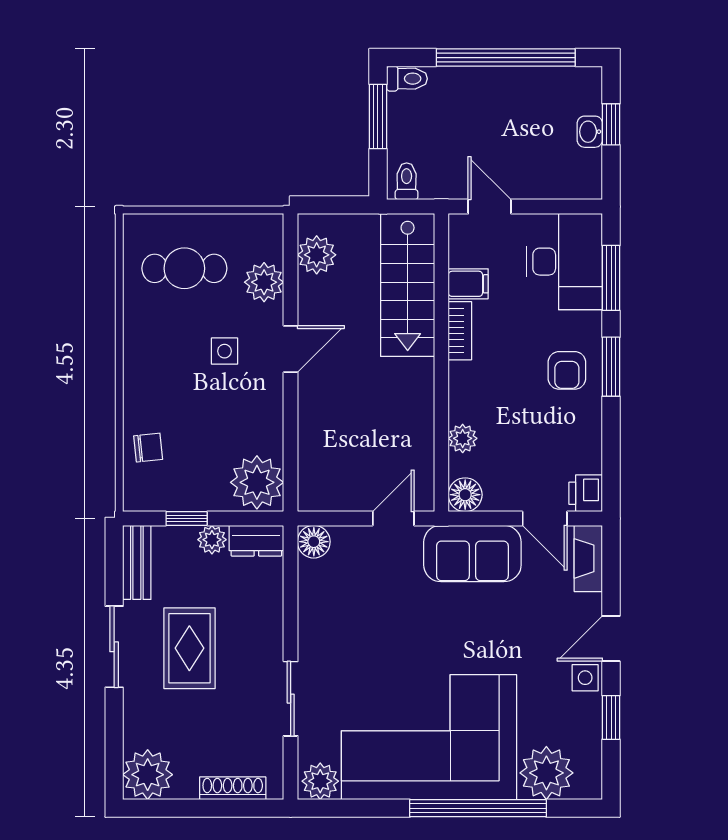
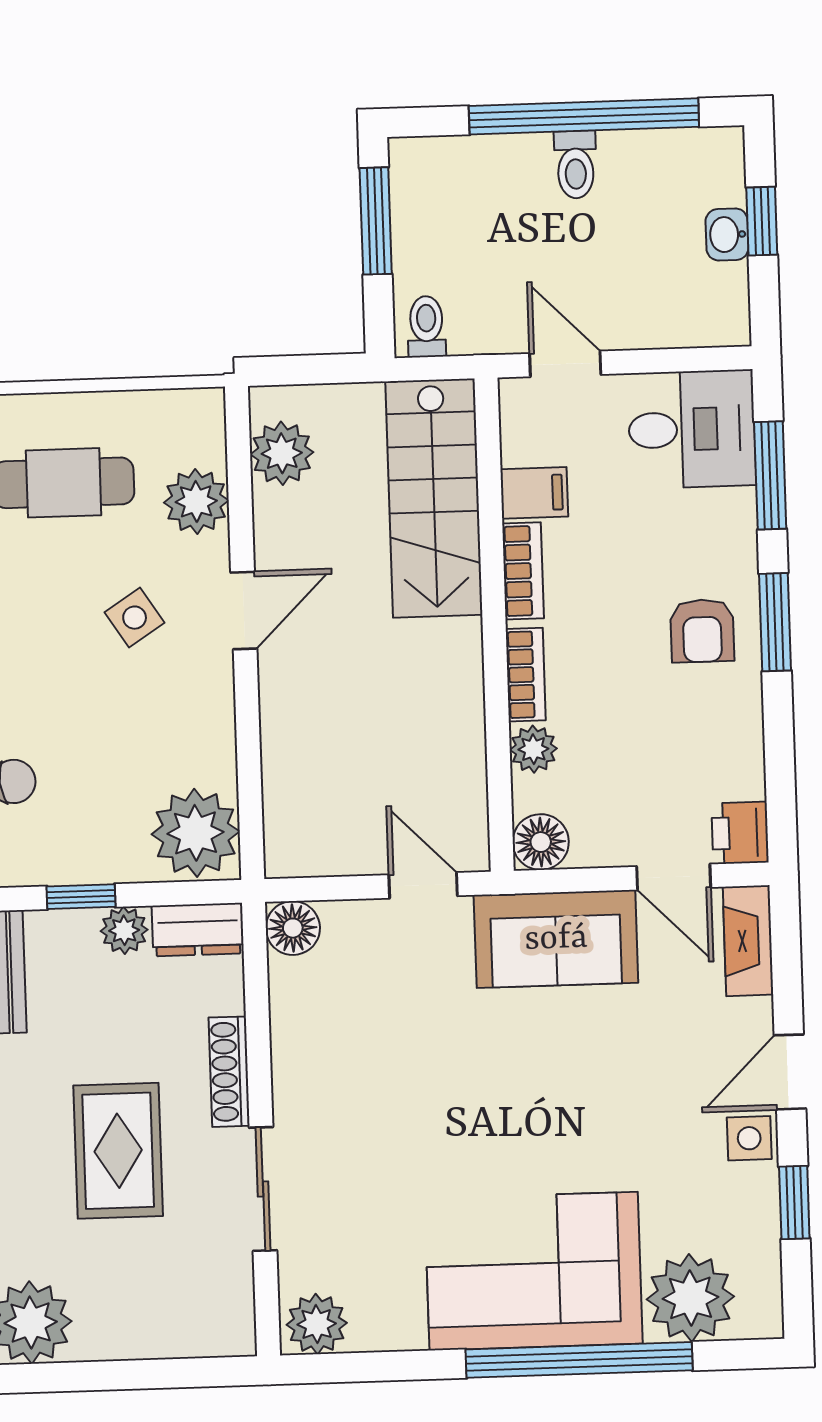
toilet: (407, 79) -> (576, 165), moved, turned 90
desk: (565, 262) -> (692, 429), width x0.73
side table: (224, 351) -> (135, 618), turned -33
bookcase: (459, 393) -> (526, 675), added
door: (393, 518) -> (423, 885), hinge flipped
rug: (189, 648) -> (118, 1151), moved
corner sofa: (429, 737) -> (534, 1271), width x0.73, depth x0.74
shoe rack: (233, 788) -> (229, 1072), moved, turned -90

